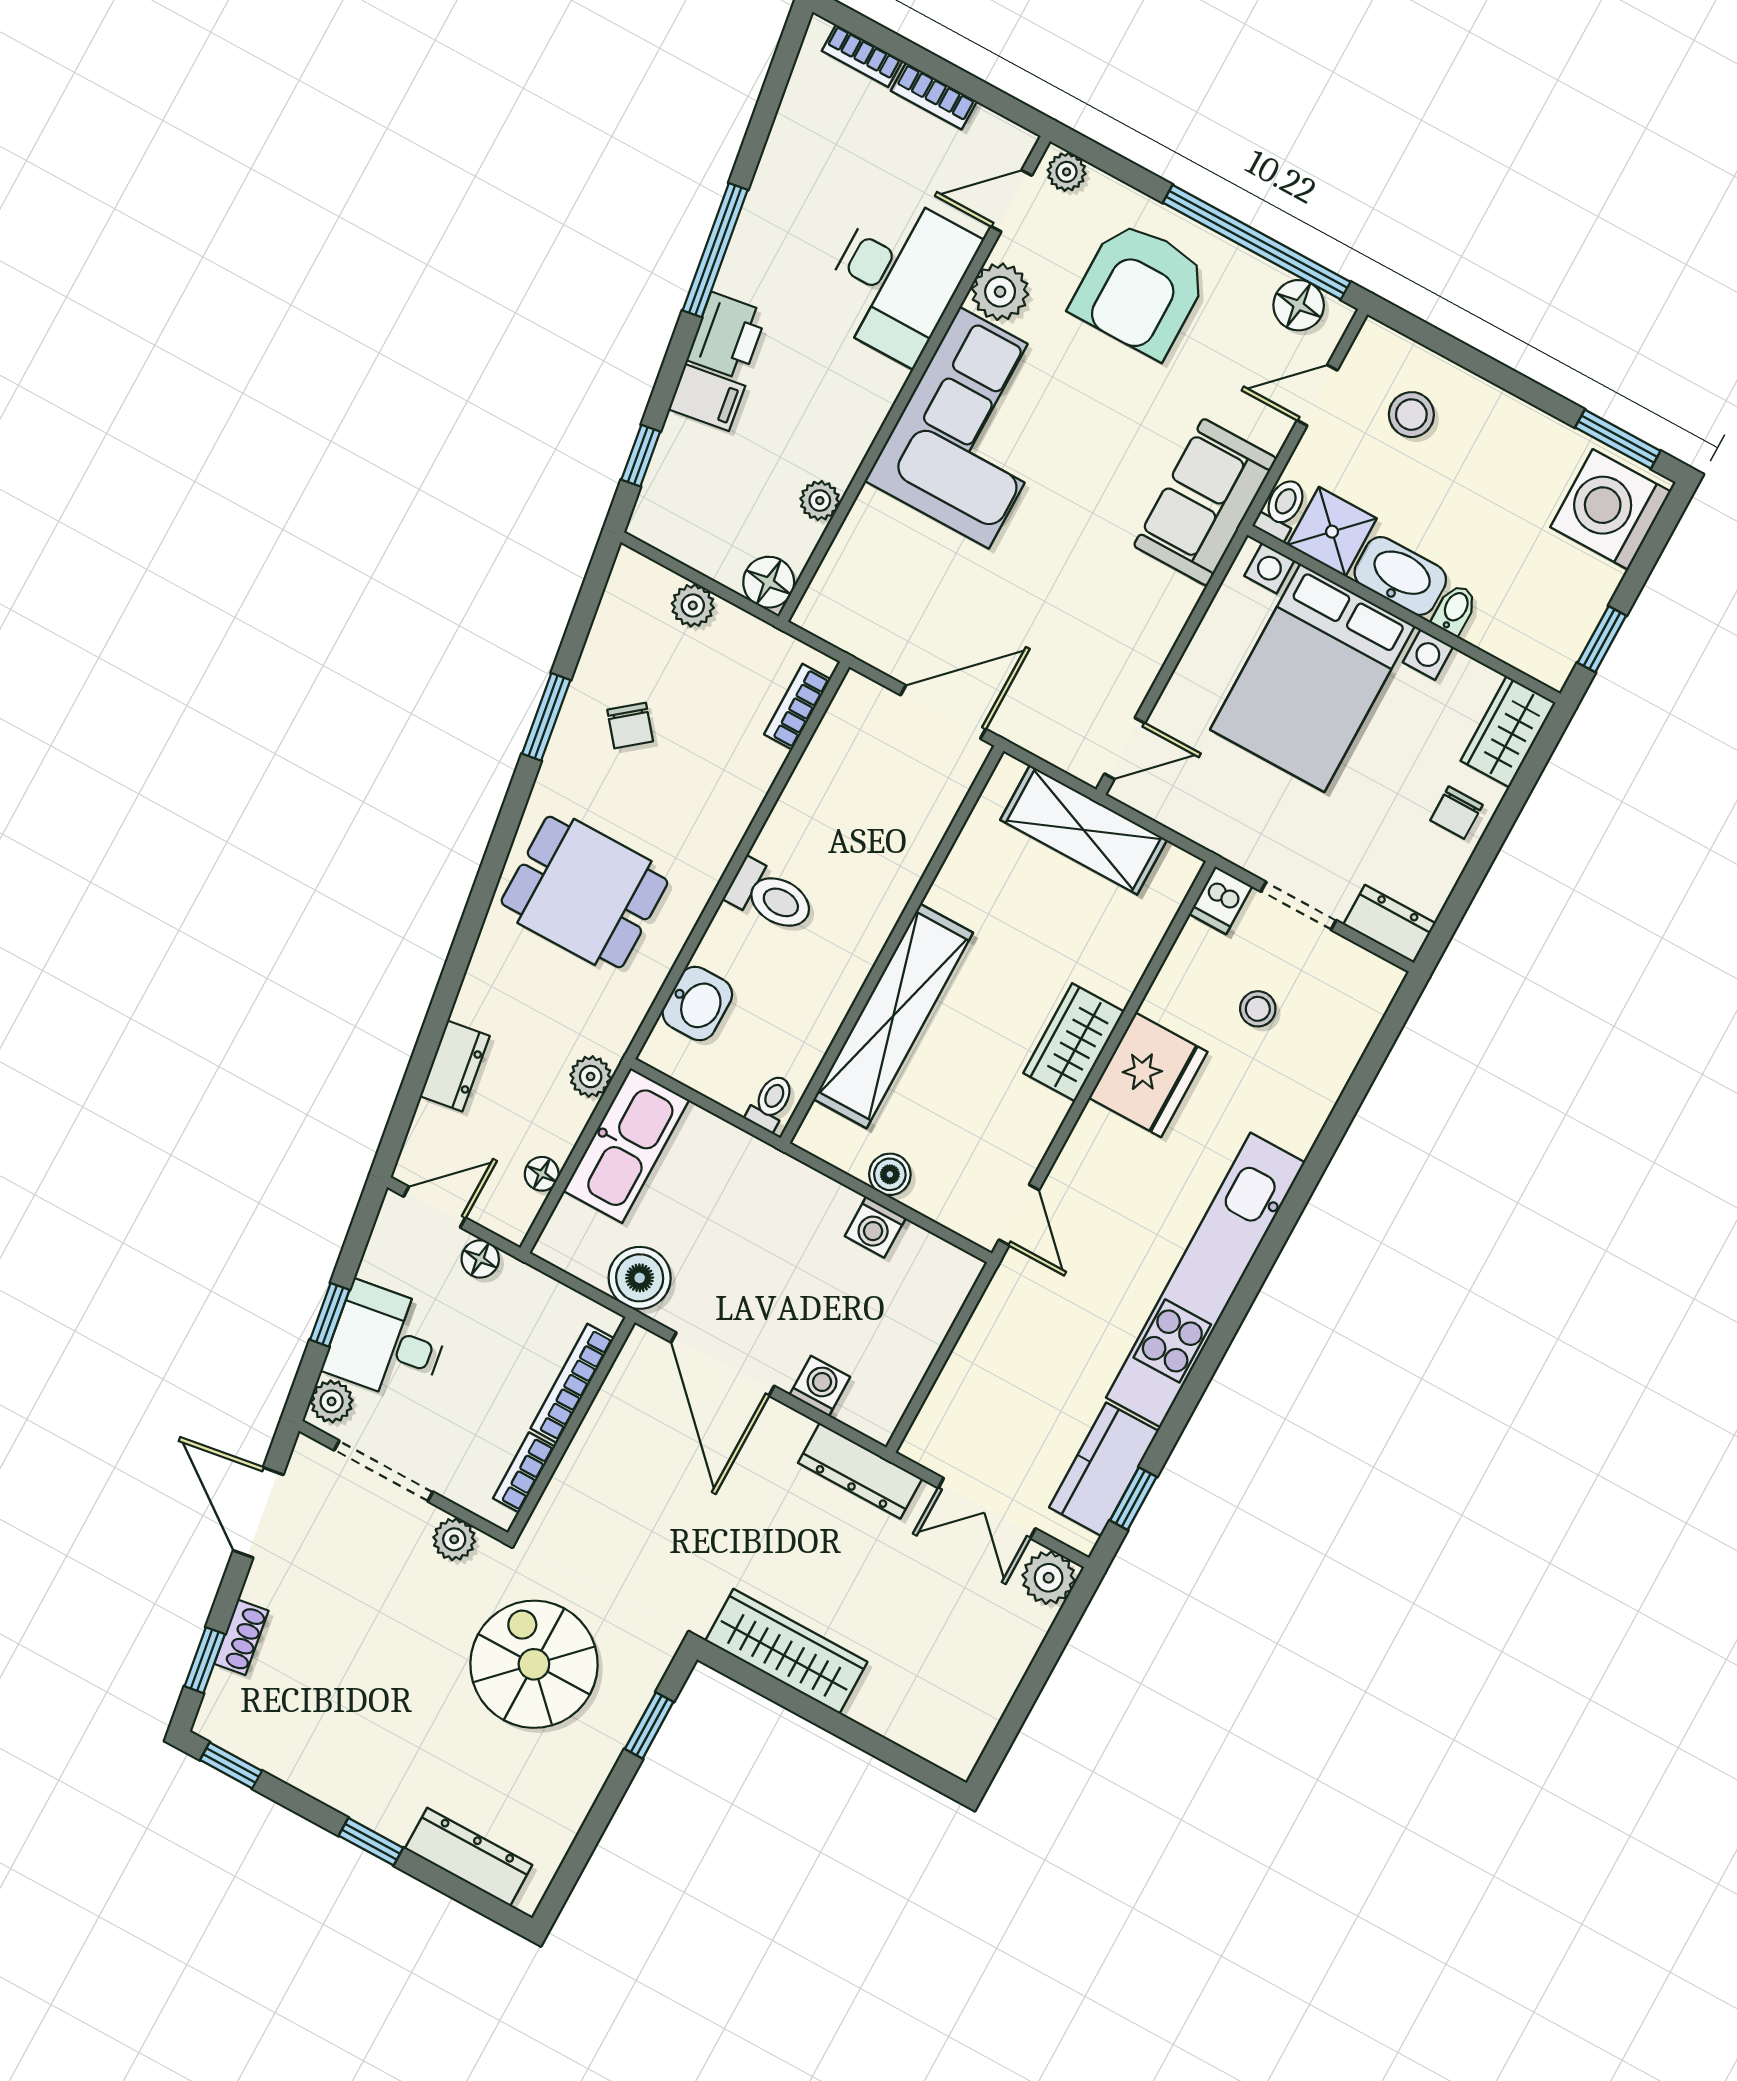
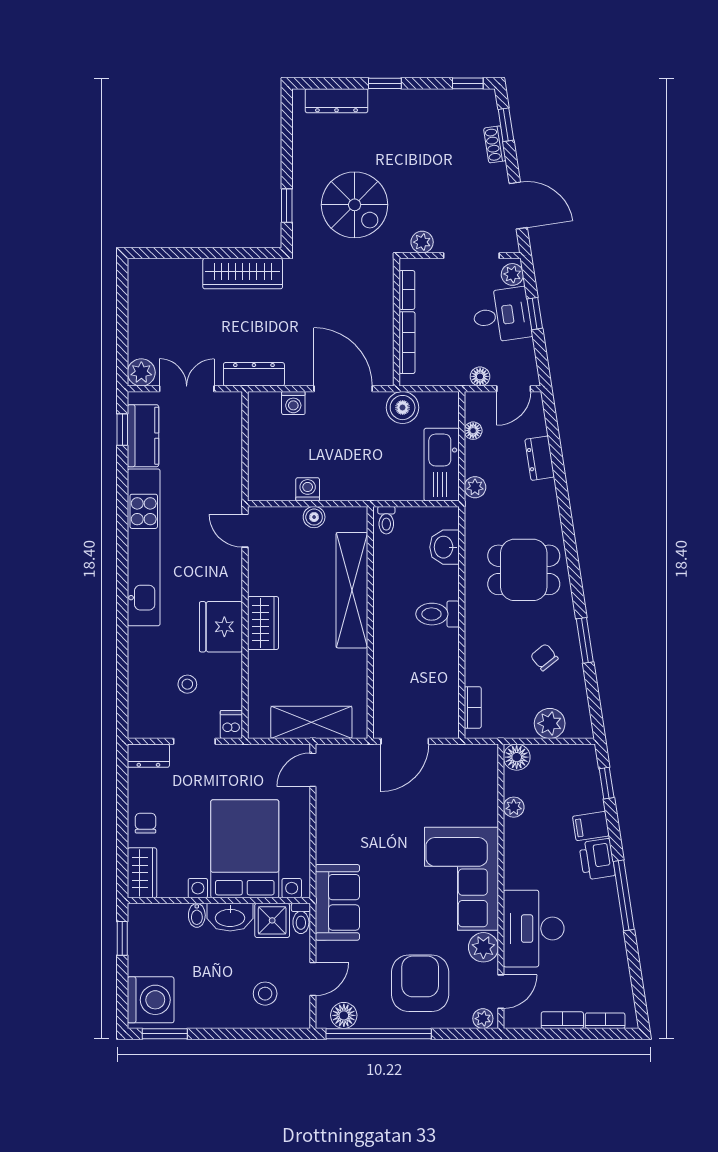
plant: (693, 605) -> (550, 723), width x1.38, depth x1.38

